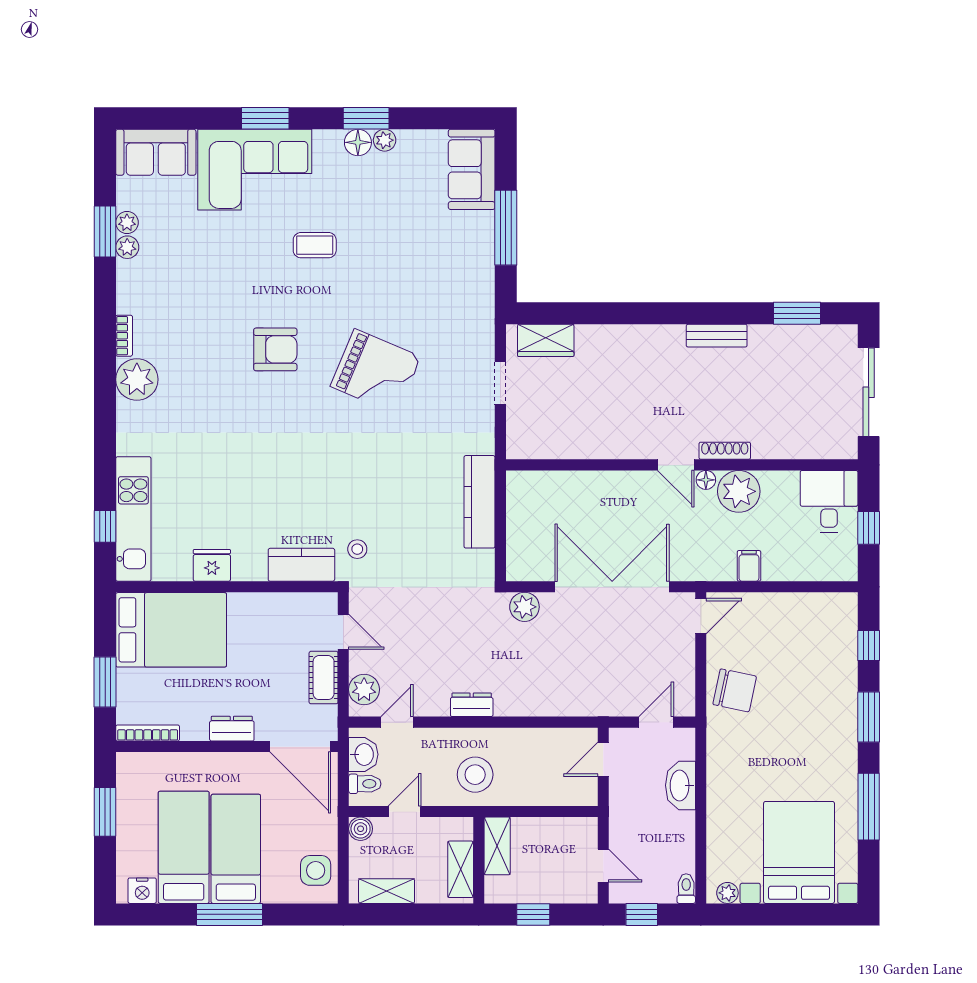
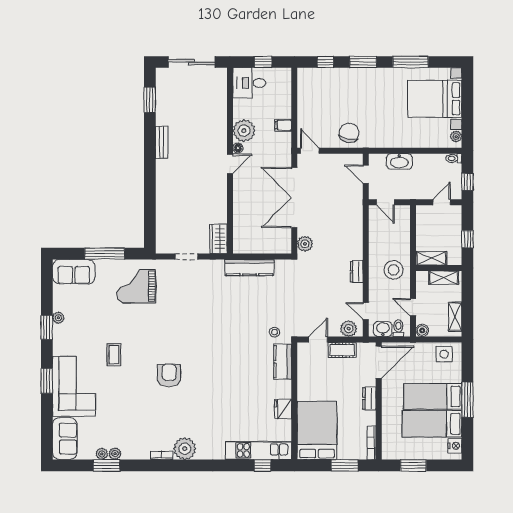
floor lamp: (358, 142) -> (60, 332), removed
wardrobe: (546, 340) -> (218, 239), moved, turned 180
grand piano: (376, 371) -> (136, 286), moved, turned -113
shoe rack: (725, 451) -> (222, 138), removed

